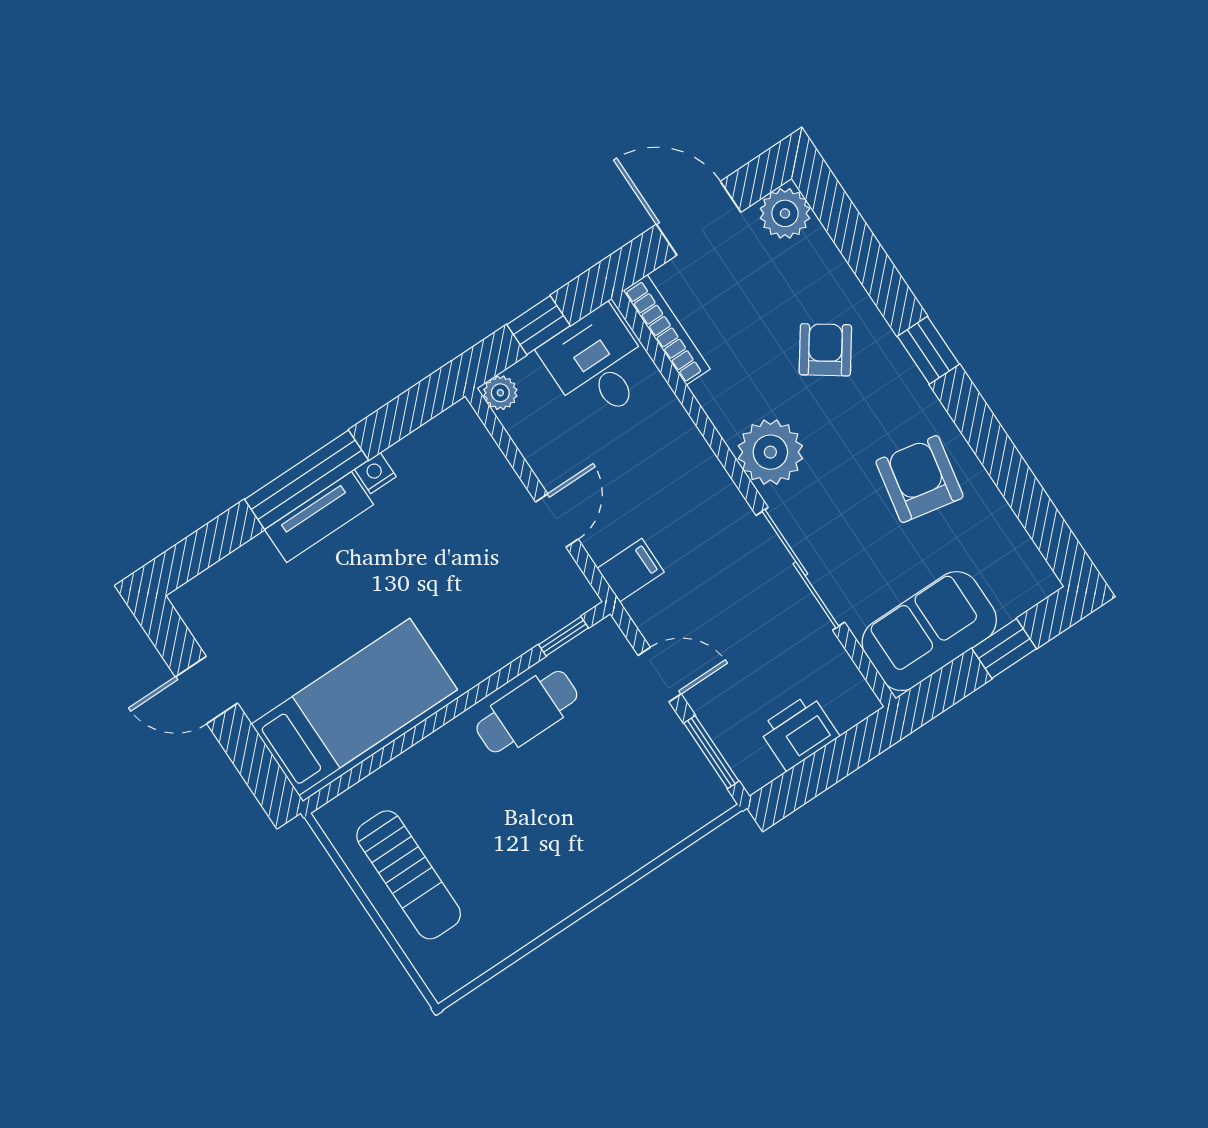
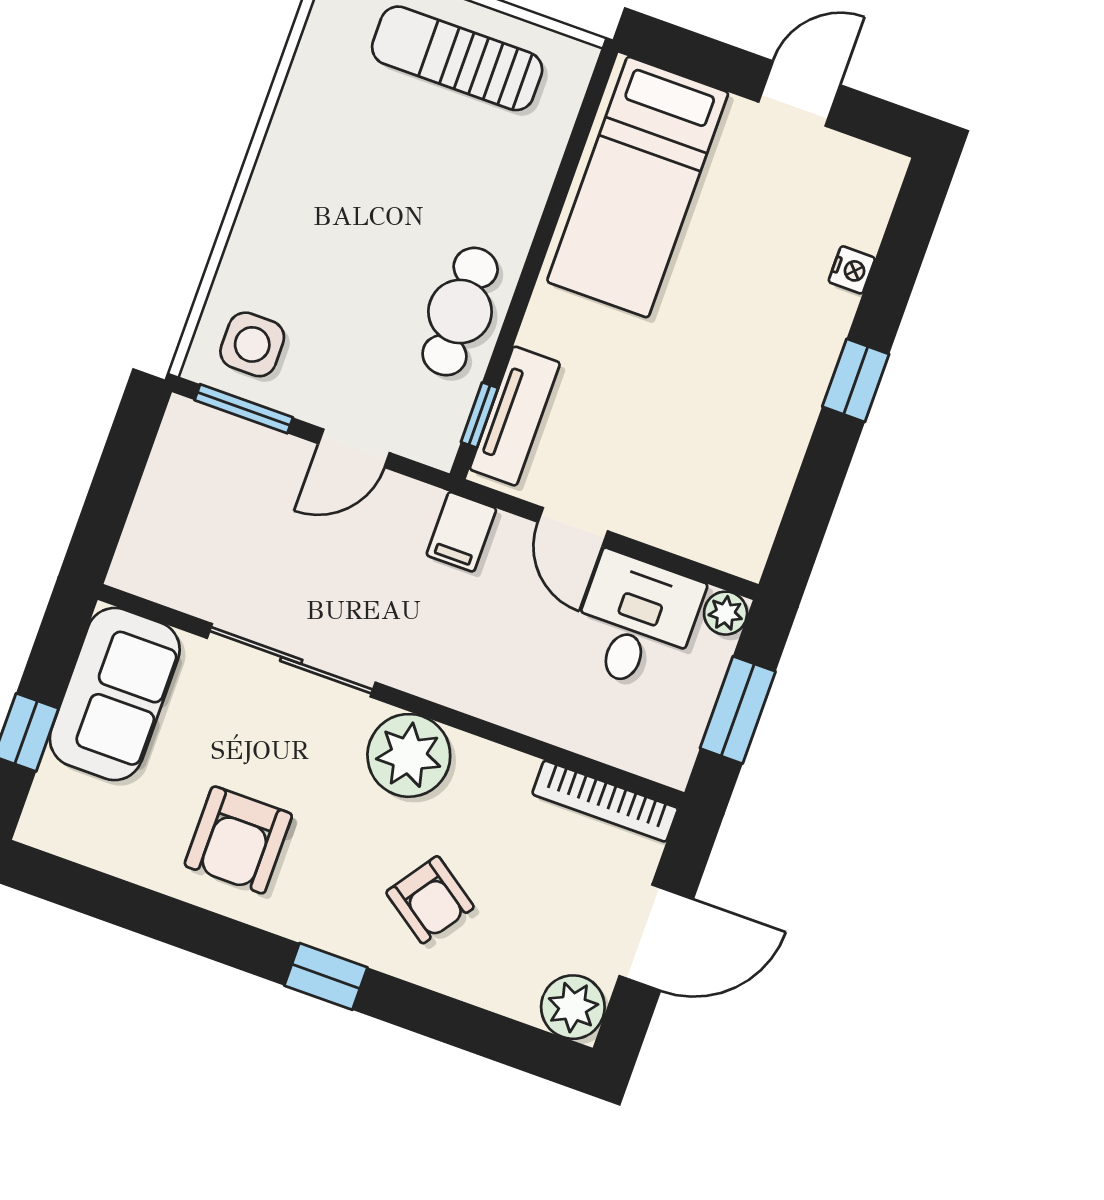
window: (538, 325) -> (738, 710), width x1.50
desk: (598, 365) -> (636, 622), moved, turned -90
nightstand: (375, 473) -> (852, 270), moved
armchair: (919, 479) -> (238, 840), turned 79
window: (307, 480) -> (856, 380), width x0.46
tv unit: (319, 517) -> (515, 416), moved, turned 180
printer: (799, 732) -> (171, 495), removed
side table: (675, 789) -> (252, 344), added

